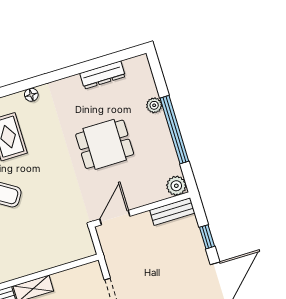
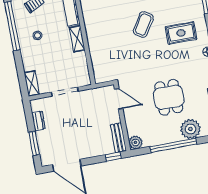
plant: (154, 105) -> (190, 129), width x1.88, depth x1.88
window: (207, 237) -> (113, 157), moved

